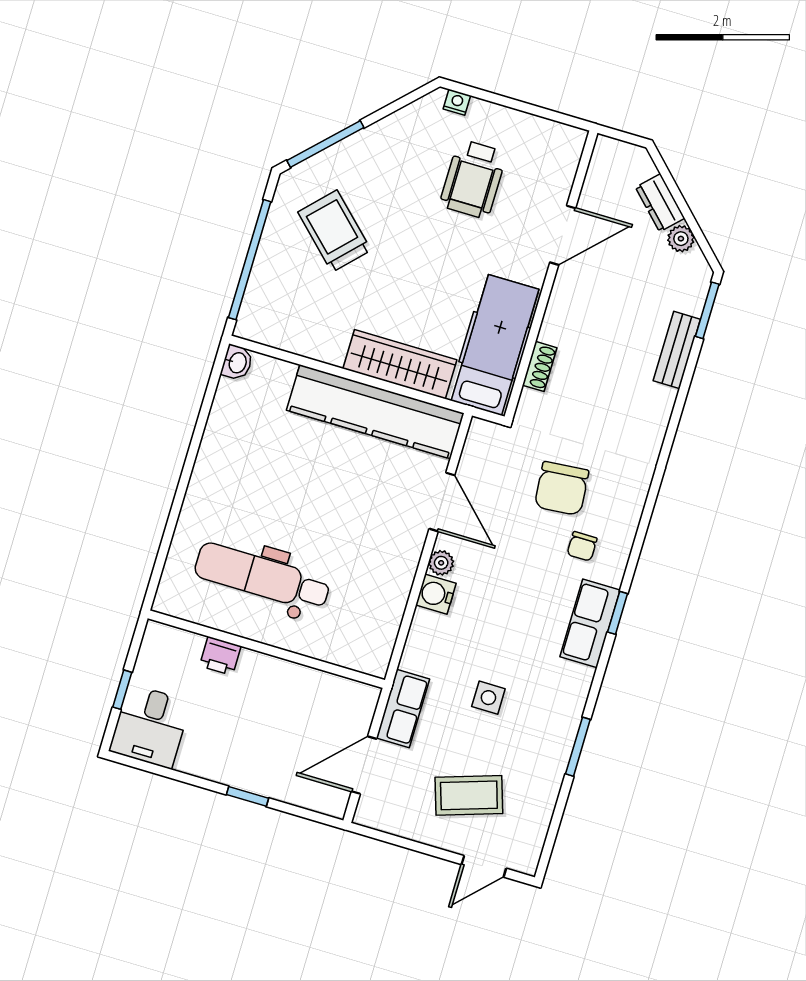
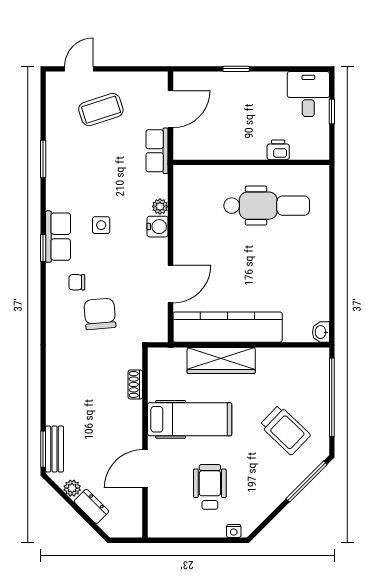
hospital bed: (495, 345) -> (190, 419), moved, turned -90
bench: (677, 350) -> (54, 449), moved
door: (442, 502) -> (170, 284), swing flipped
chair: (582, 546) -> (77, 282), turned -90
plant: (441, 563) -> (160, 206), moved
side table: (488, 698) -> (101, 225), moved

